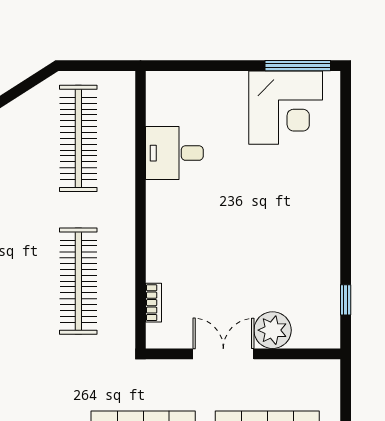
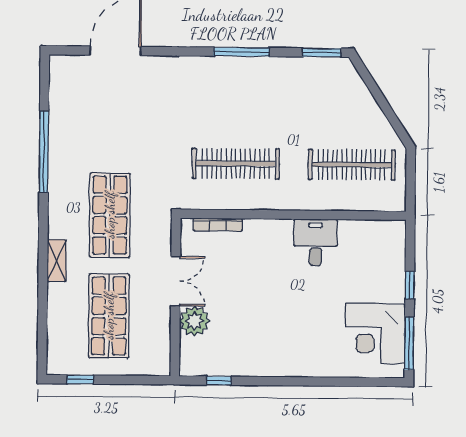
window: (226, 66) -> (410, 285), added
desk: (174, 153) -> (316, 242), moved
bookcase: (153, 303) -> (218, 225), width x1.56

